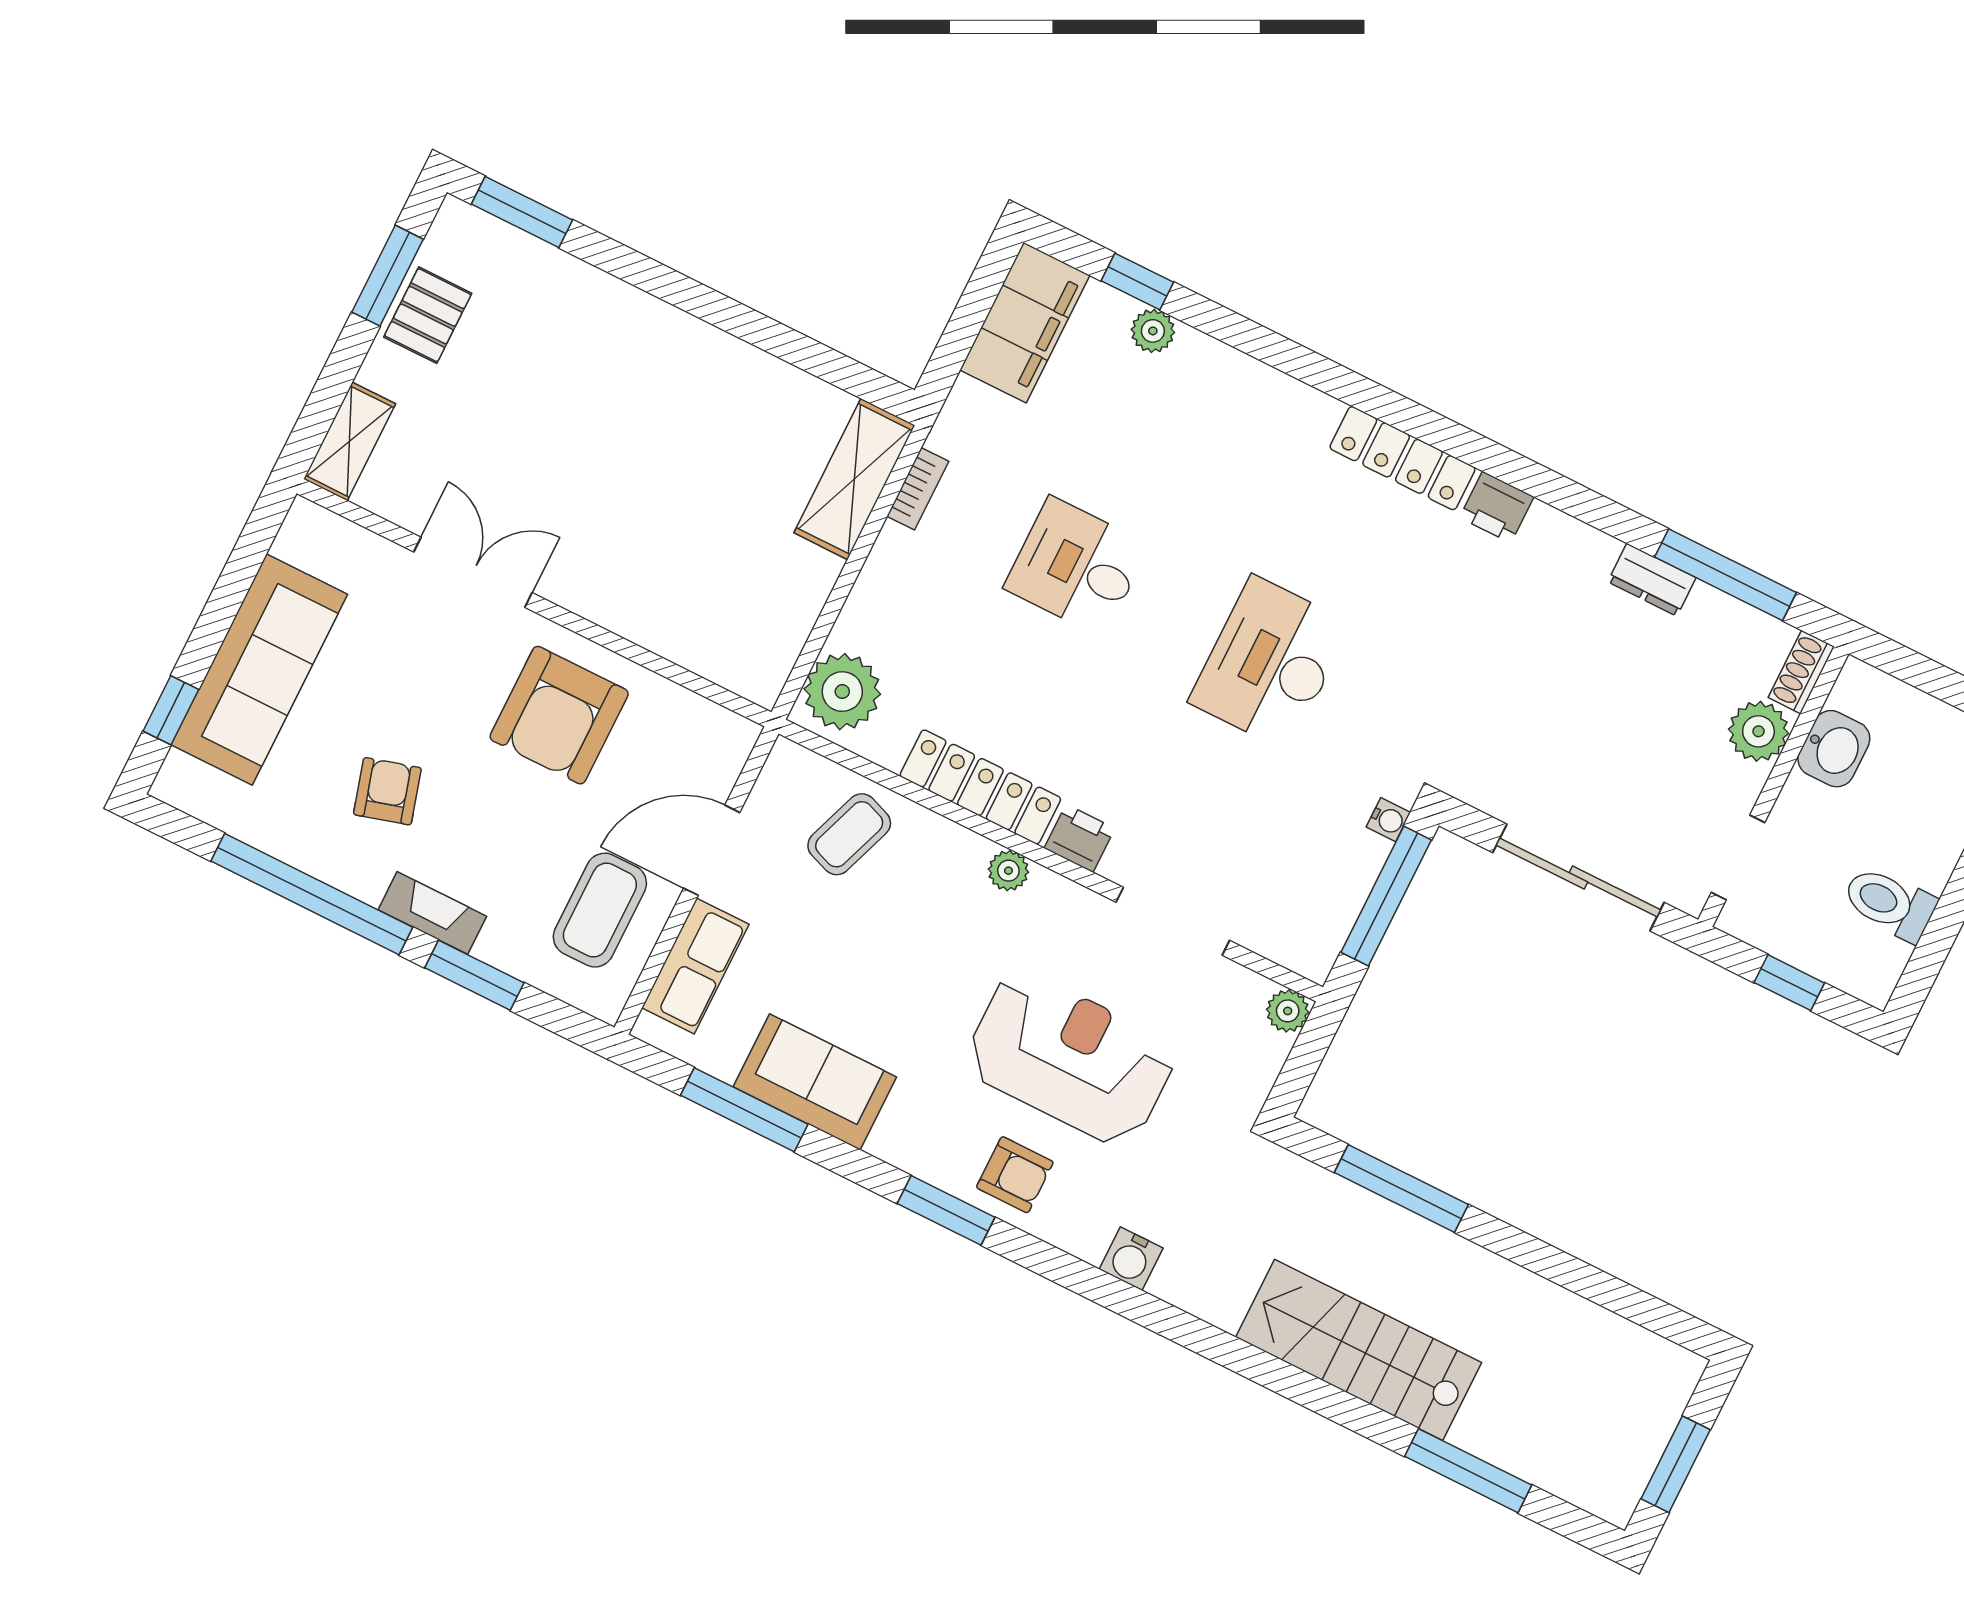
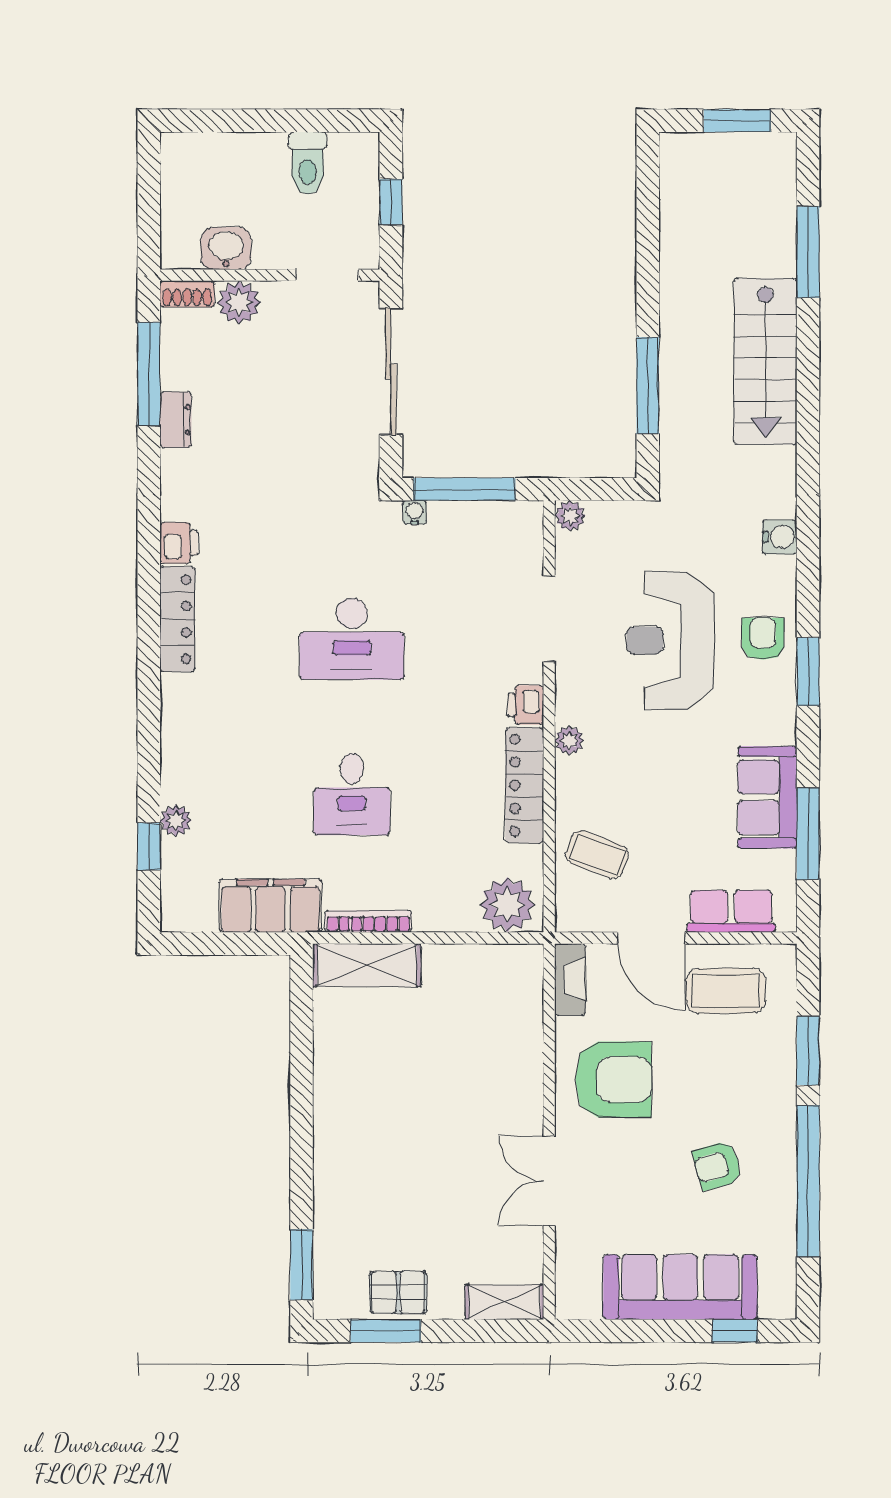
filing cabinet: (1025, 323) -> (271, 906), moved
bookcase: (918, 489) -> (368, 921), width x1.56
fireplace: (432, 913) -> (570, 980), moved, turned 180

